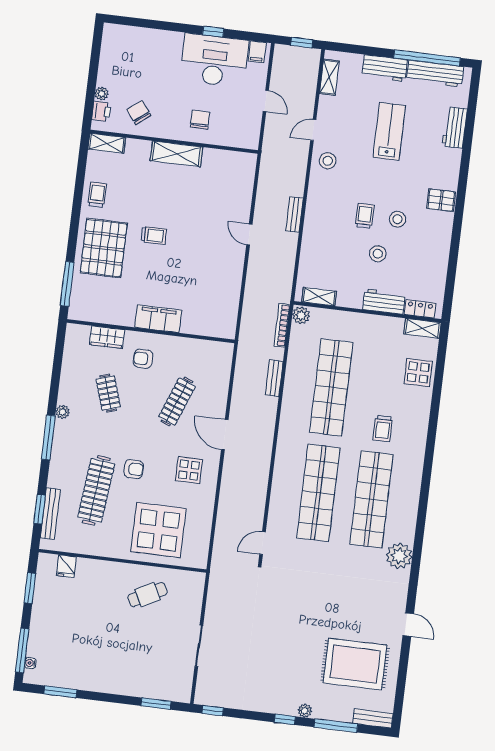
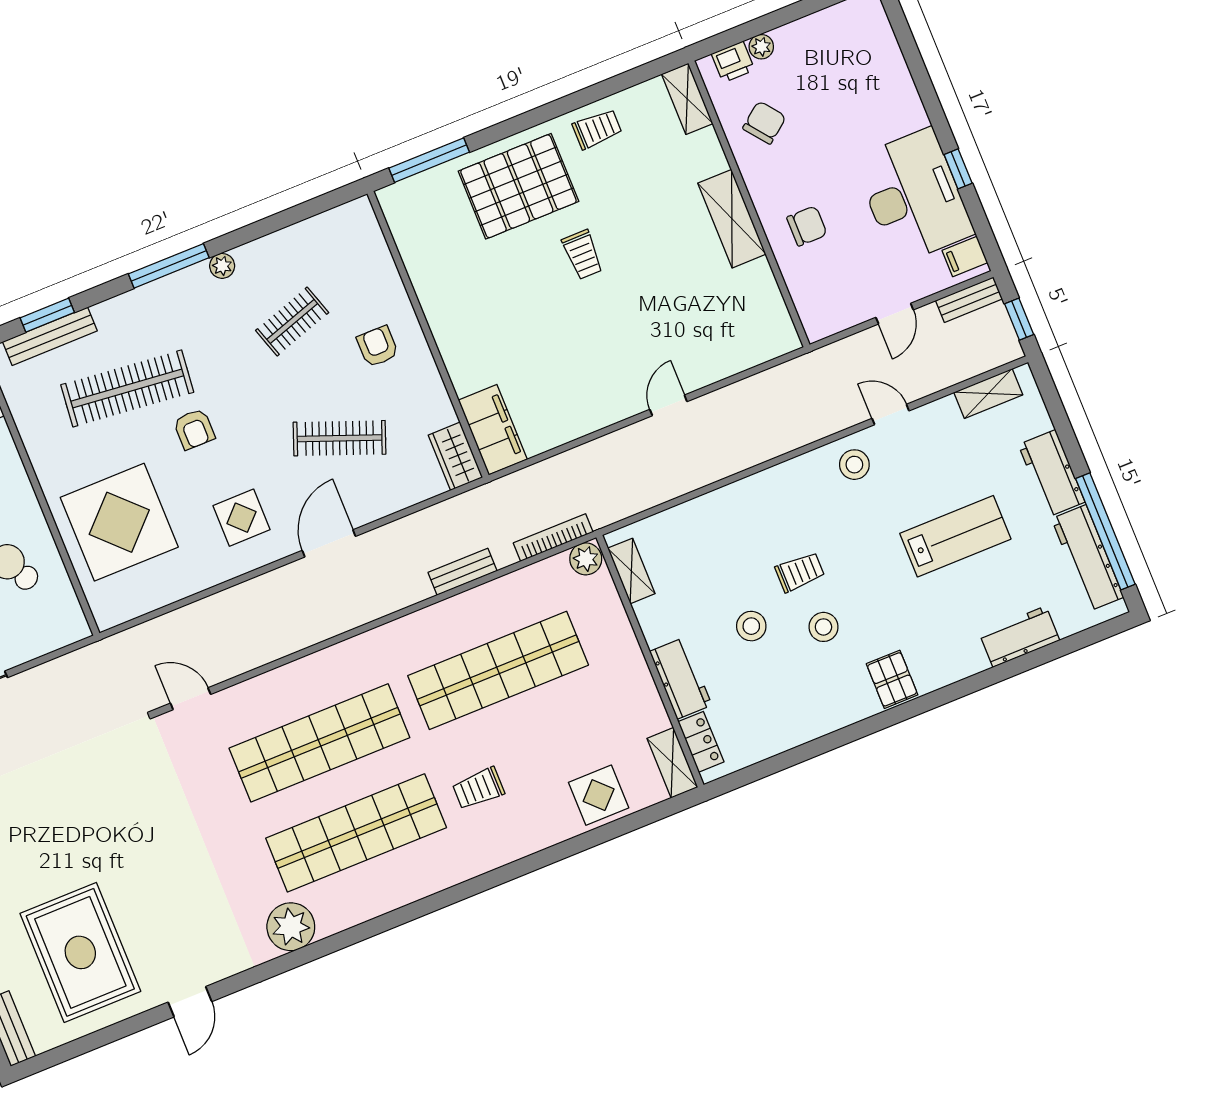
bench: (295, 214) -> (969, 300), moved
filing cabinet: (158, 319) -> (493, 430), moved
wardrobe: (107, 337) -> (455, 456), moved

